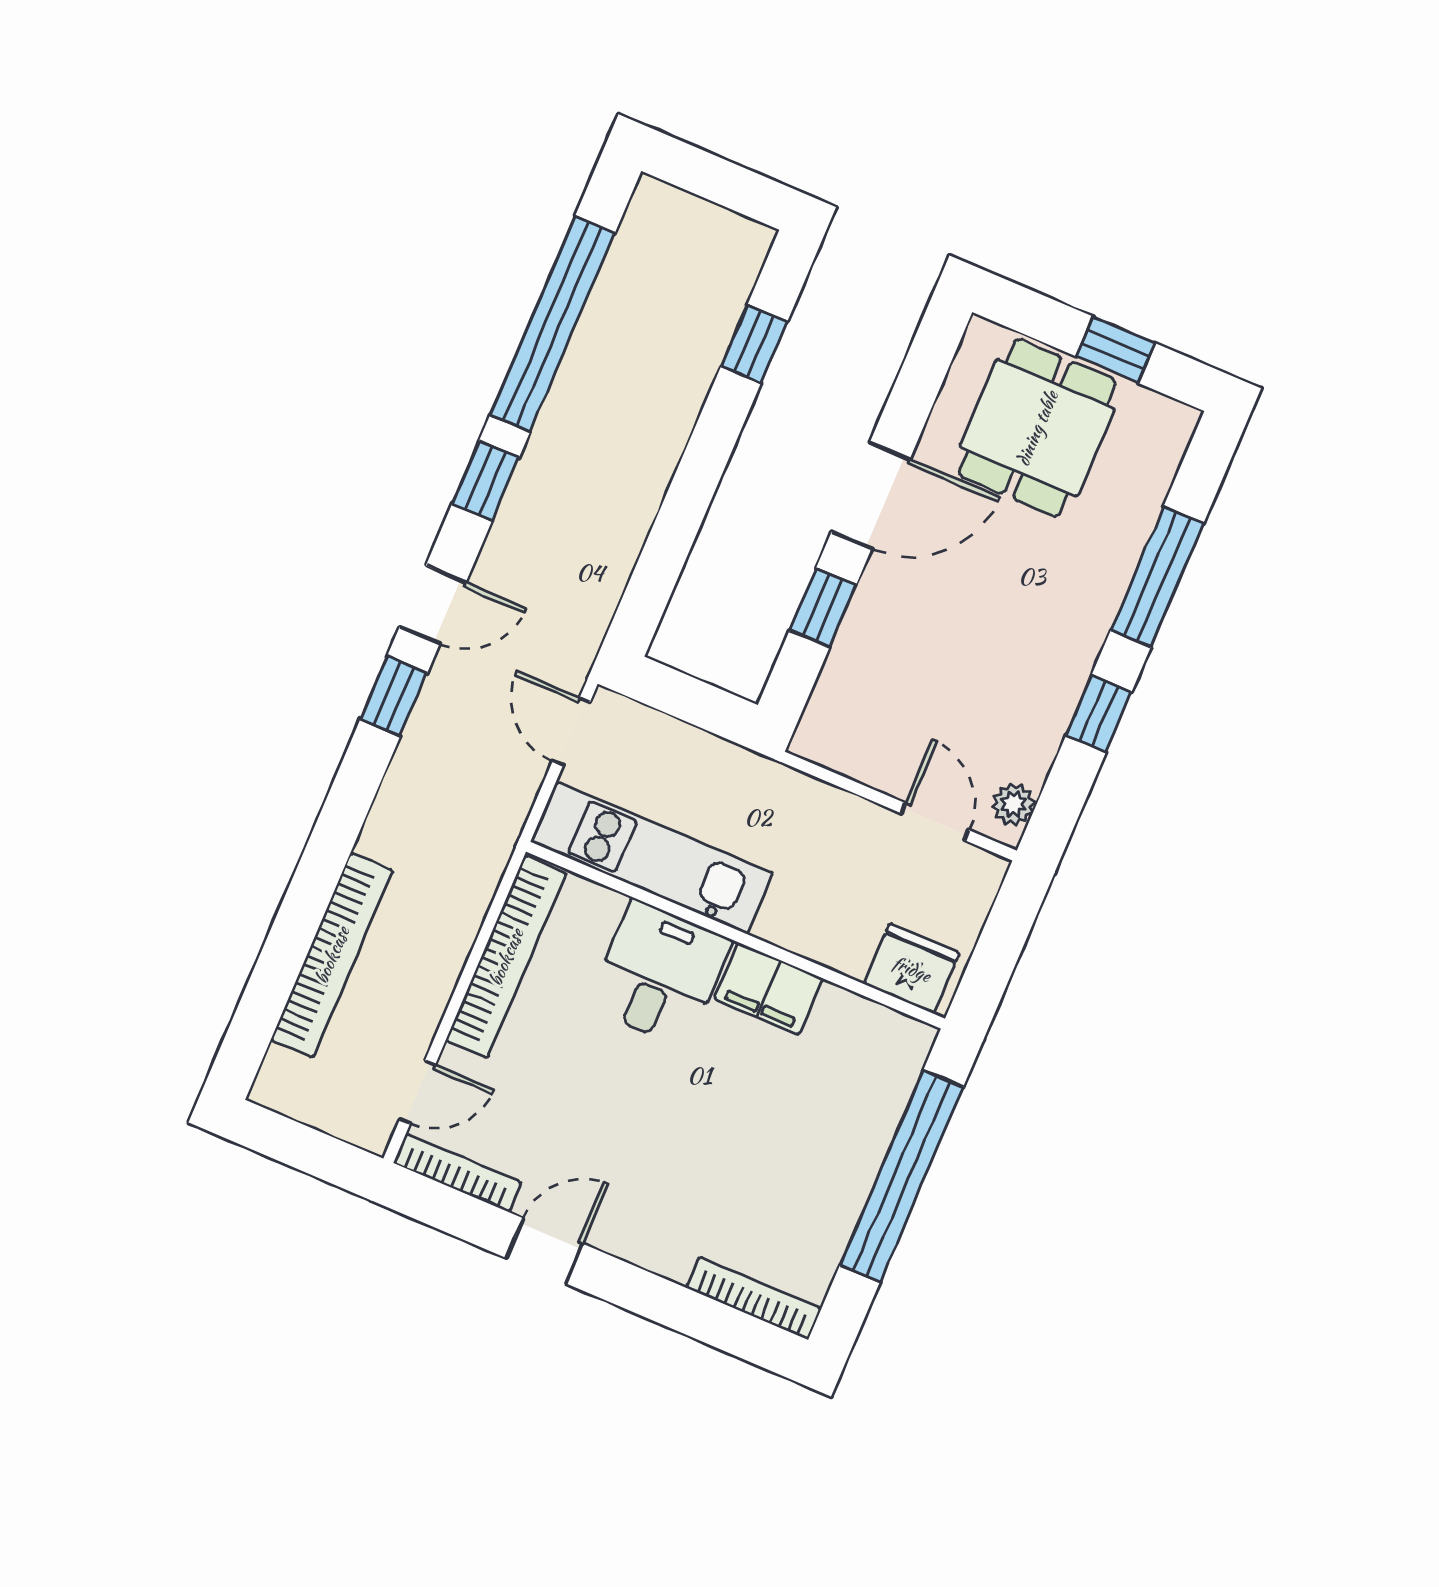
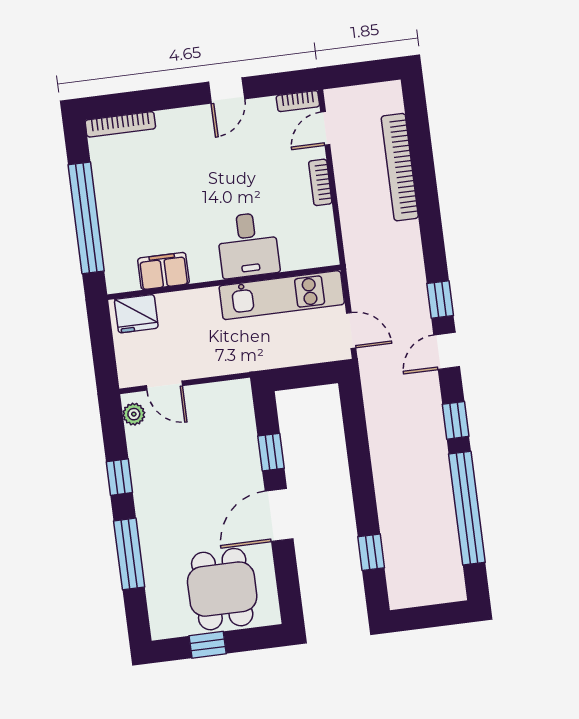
bookcase: (506, 957) -> (320, 182), width x0.43, depth x0.76
filing cabinet: (768, 989) -> (163, 271), moved
bookcase: (457, 1173) -> (298, 101), width x0.64

